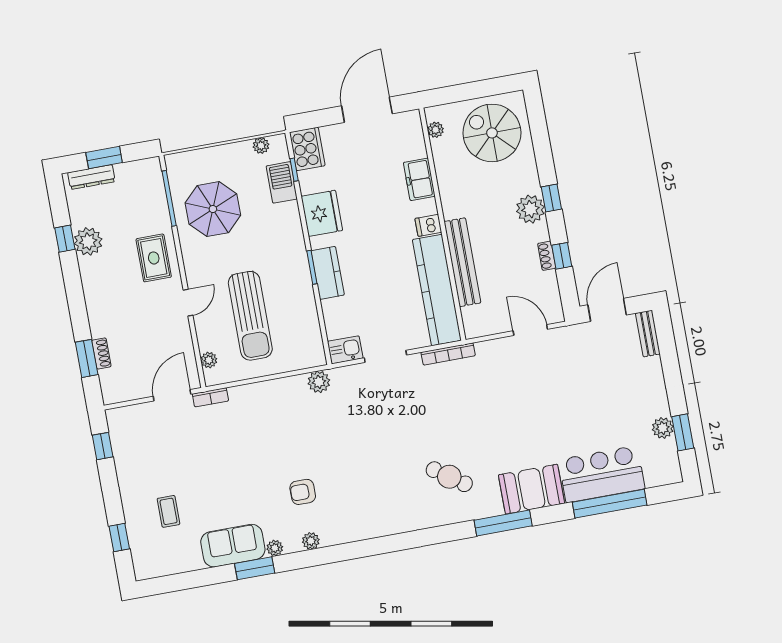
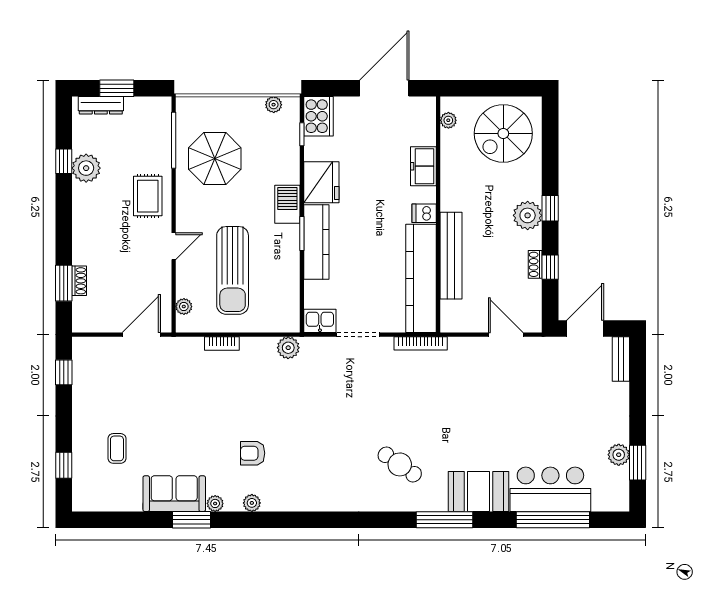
spiral stairs: (492, 133) -> (503, 133), turned -90
barbecue: (282, 182) -> (287, 204), moved
kitchen counter: (328, 273) -> (316, 242), width x1.50
bookcase: (210, 397) -> (222, 344), moved

